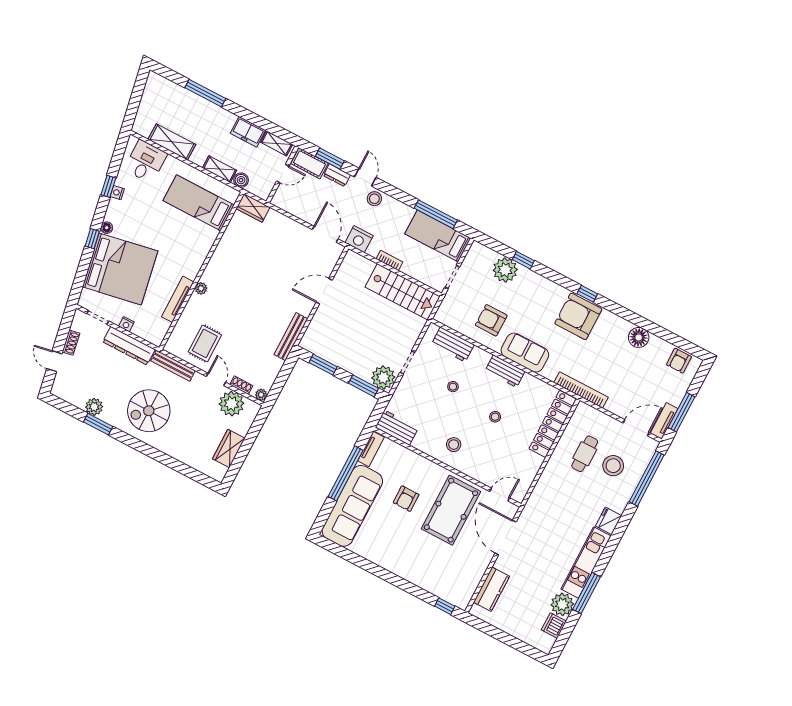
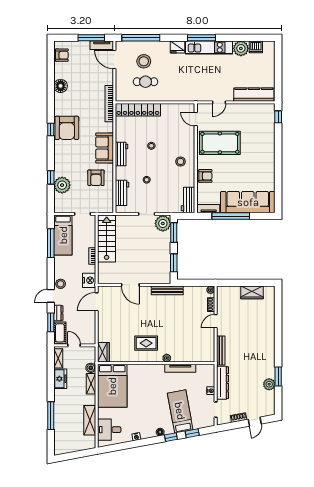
window: (108, 186) -> (192, 433), moved
bed: (199, 203) -> (112, 386), width x1.50
bed: (120, 269) -> (180, 411), width x0.49
rug: (205, 343) -> (146, 343), moved
plant: (232, 404) -> (225, 305), removed
spiral stairs: (149, 411) -> (255, 351), removed
armchair: (406, 499) -> (205, 176), moved
door: (506, 537) -> (219, 102), width x0.53
kitchen counter: (491, 589) -> (254, 95), width x1.50
window: (587, 593) -> (202, 38), moved

